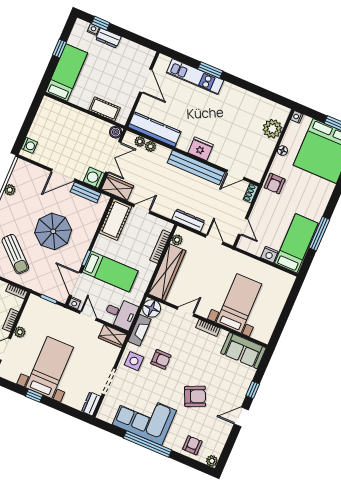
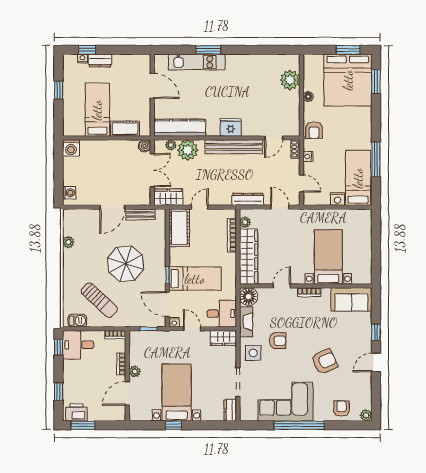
bed: (67, 73) -> (97, 110), moved
nightstand: (297, 117) -> (308, 156), moved
plant: (150, 146) -> (188, 150), width x1.87, depth x1.87
washing machine: (94, 178) -> (71, 148), moved, turned -90

